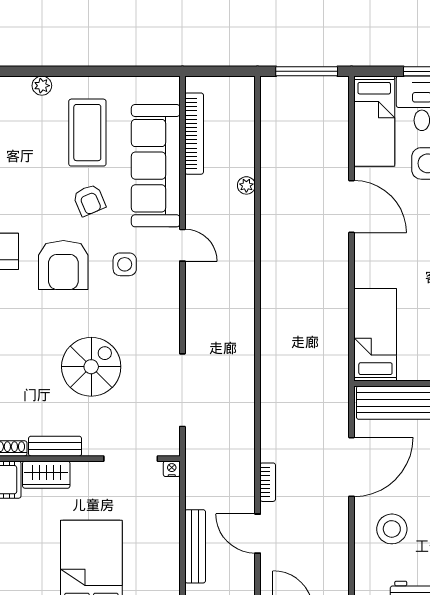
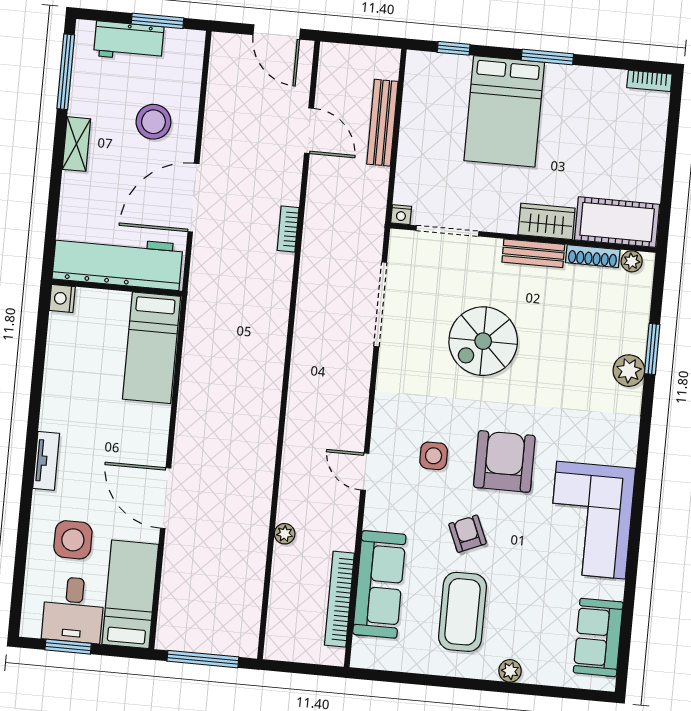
sofa: (156, 166) -> (379, 584), width x0.74, depth x0.79
bookcase: (268, 482) -> (288, 229), moved

